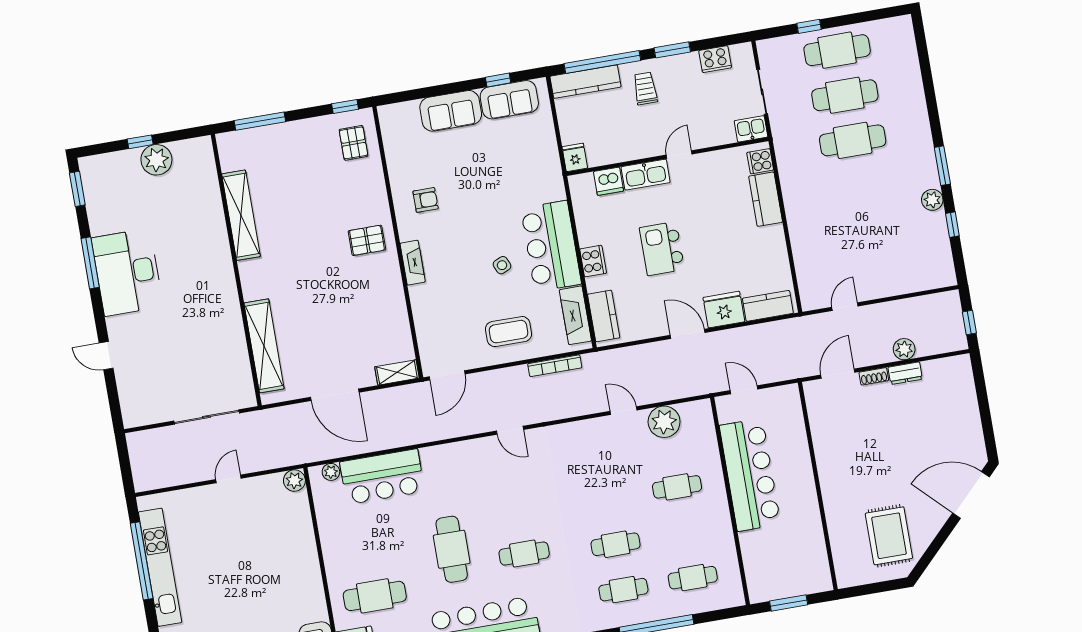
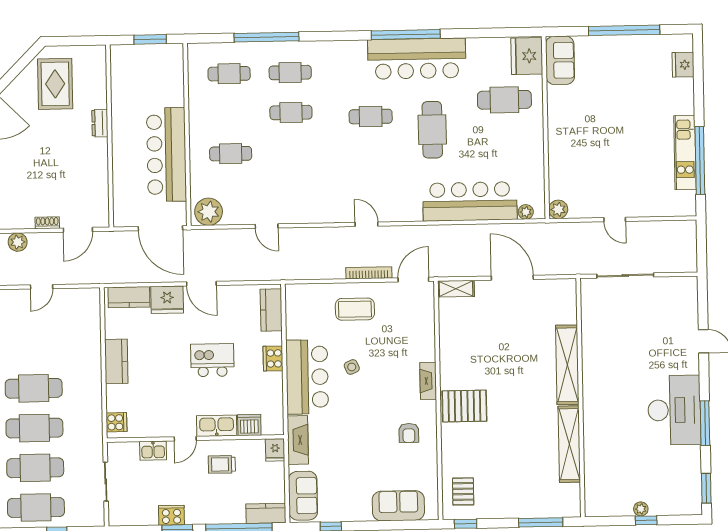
cooker: (715, 59) -> (171, 515), moved
kitchen counter: (585, 82) -> (266, 513), width x0.67
trolley: (645, 88) -> (222, 464), moved, turned 90
sofa: (509, 100) -> (303, 496), moved, turned 90
sofa: (451, 111) -> (398, 506), moved
kitchen sink: (751, 129) -> (153, 451), moved
plant: (156, 160) -> (641, 509), width x0.53, depth x0.53
cafe table: (860, 185) -> (34, 388), added
kitchen counter: (766, 199) -> (116, 361), moved
armchair: (426, 200) -> (409, 433), turned -90
pallet: (367, 240) -> (464, 406), width x1.50, depth x1.42
kitchen island: (662, 249) -> (212, 360), turned -90
door: (845, 307) -> (42, 287), moved
fireplace: (575, 315) -> (298, 440), moved
shelving: (264, 346) -> (567, 365), moved
bookcase: (555, 366) -> (369, 273), moved
dresser: (905, 373) -> (100, 123), moved, turned -90
door: (744, 390) -> (160, 228), width x1.87
plant: (664, 422) -> (209, 212), moved
bar counter: (382, 477) -> (470, 201), width x1.36
door: (228, 479) -> (615, 219), hinge flipped
kitchen unit: (160, 567) -> (685, 153), width x0.73

